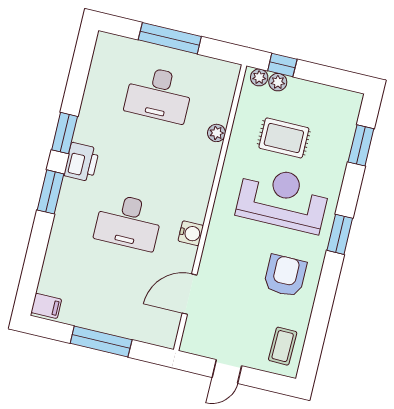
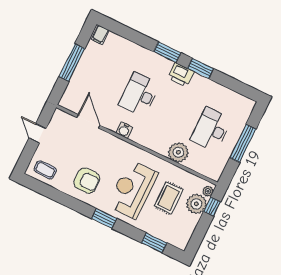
plant: (278, 82) -> (196, 204), width x1.87, depth x1.87
plant: (217, 133) -> (178, 152), width x1.88, depth x1.88
reception desk: (283, 199) -> (133, 189), turned 180

